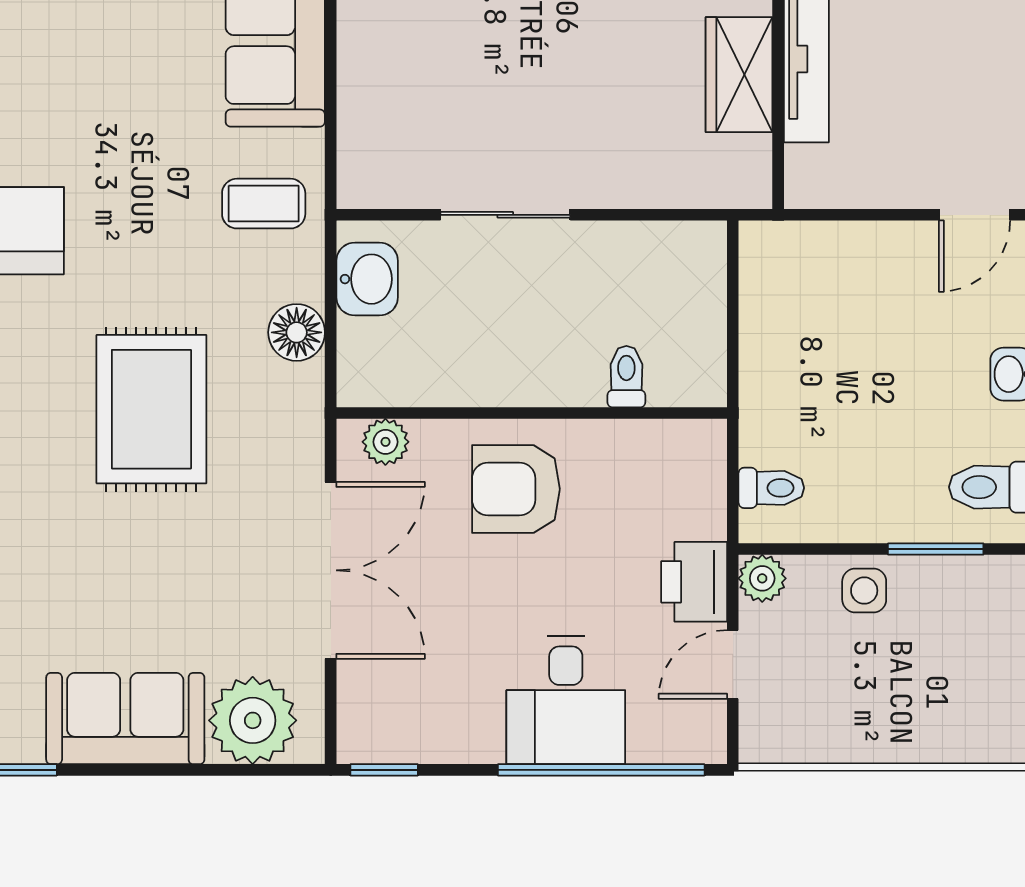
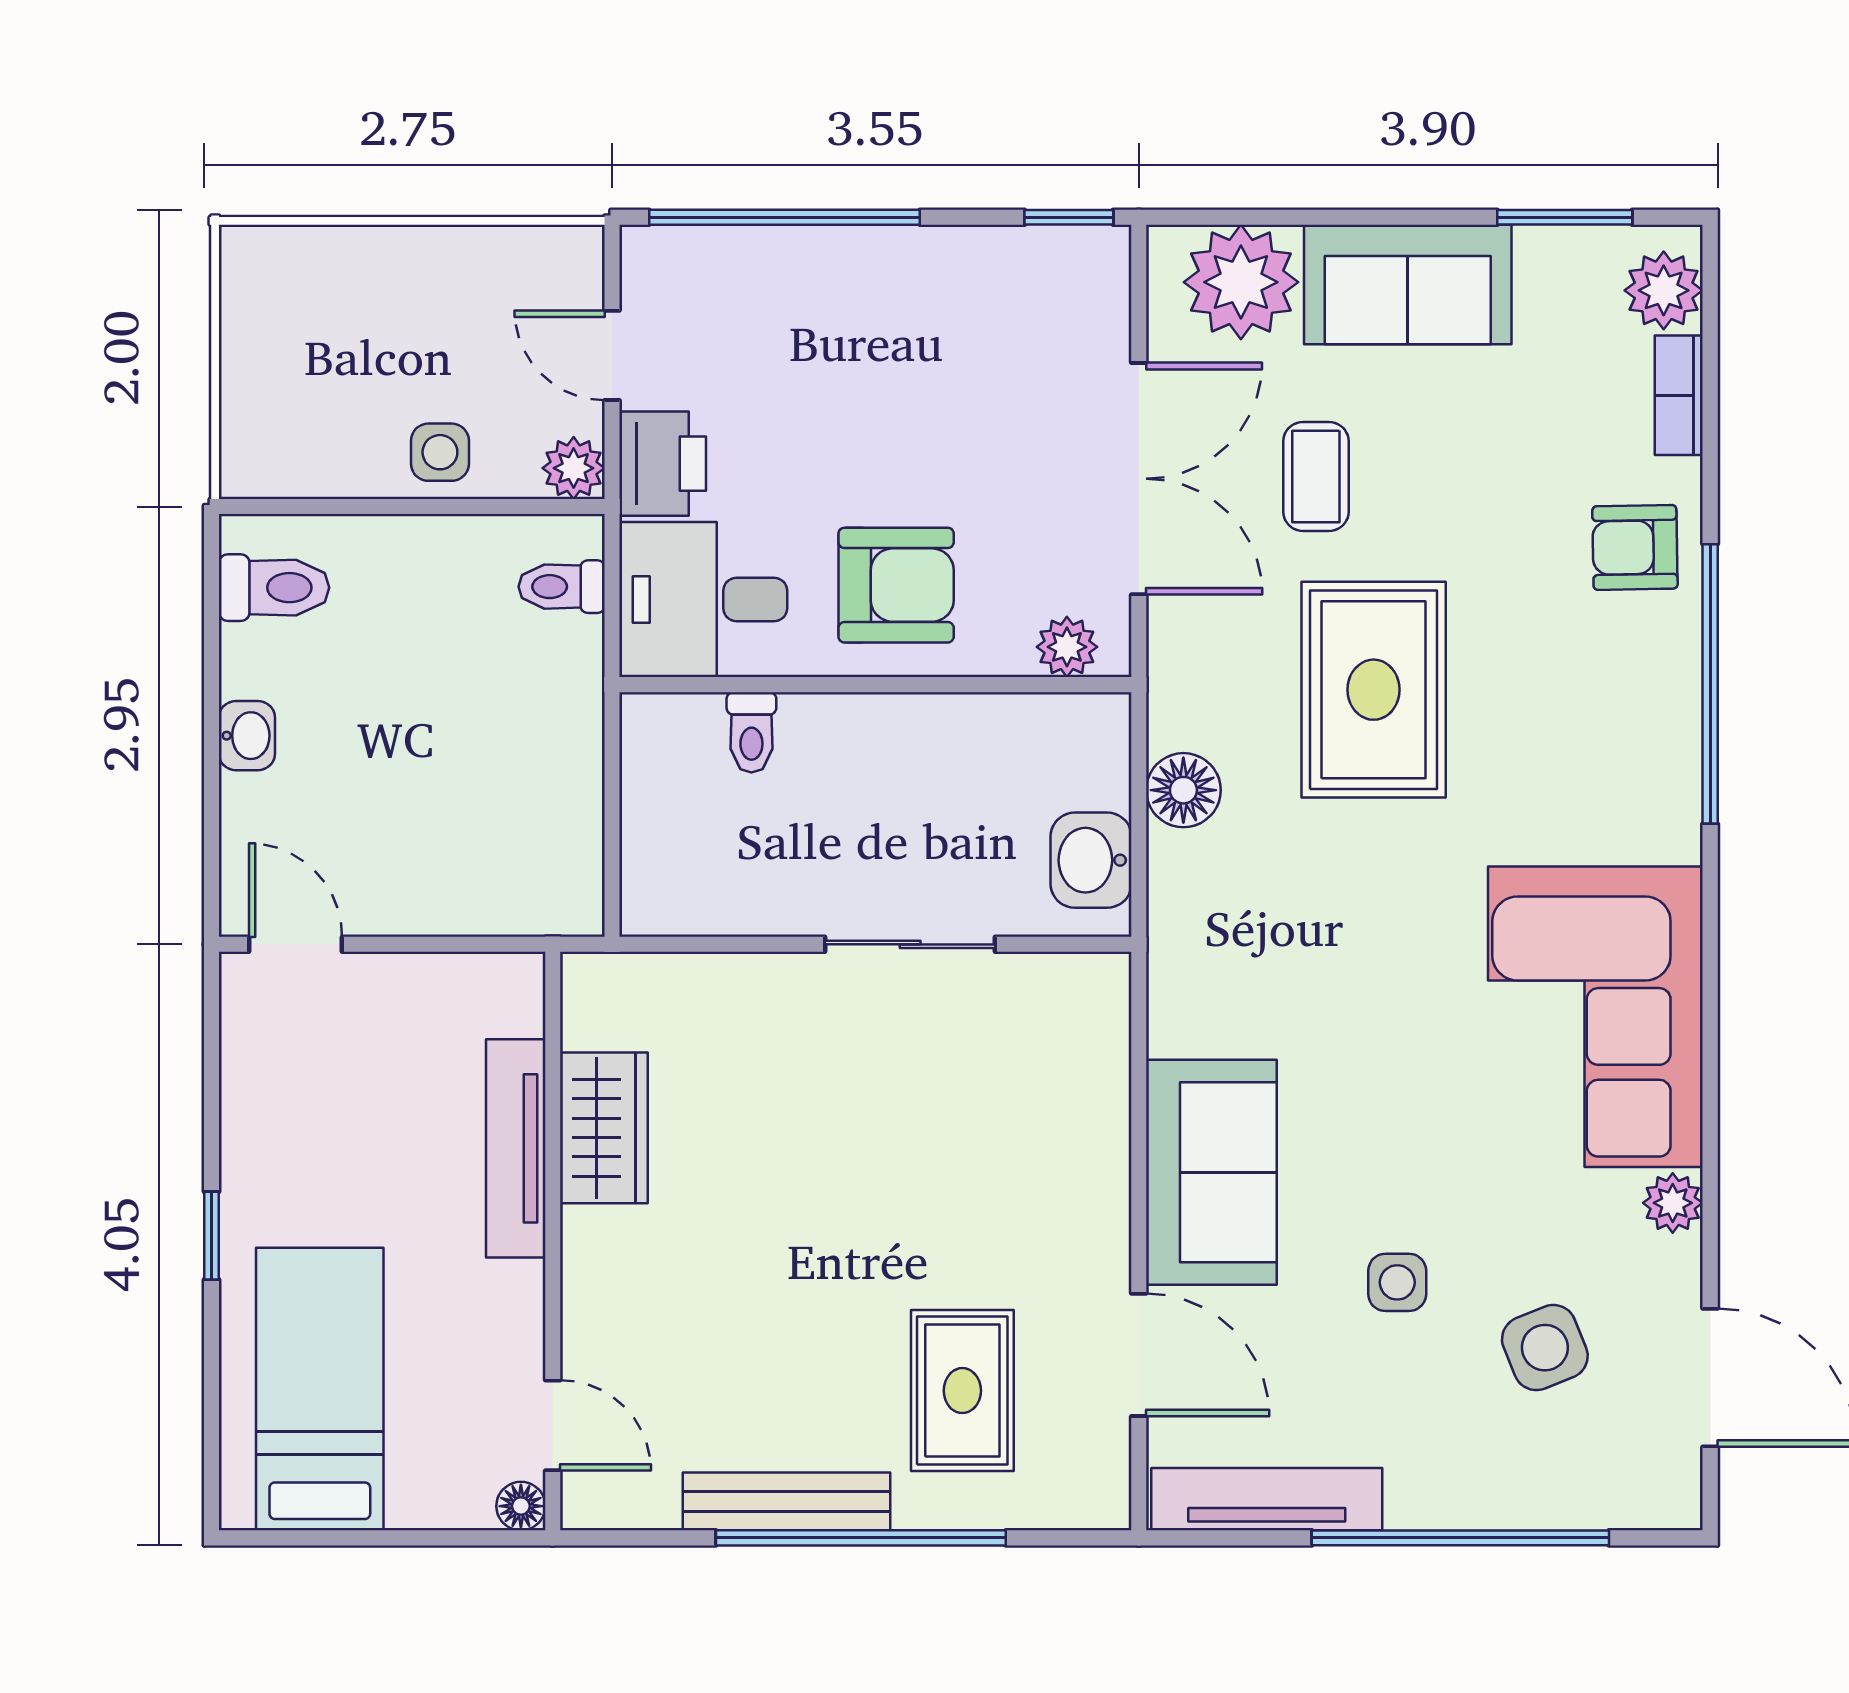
coffee table: (264, 204) -> (1316, 476), moved, turned 90
door: (975, 215) -> (295, 944), hinge flipped
window: (936, 549) -> (346, 507), removed
double door: (331, 570) -> (1139, 479), swing flipped
door: (733, 664) -> (612, 355), swing flipped
desk: (566, 700) -> (703, 599), moved, turned -90

